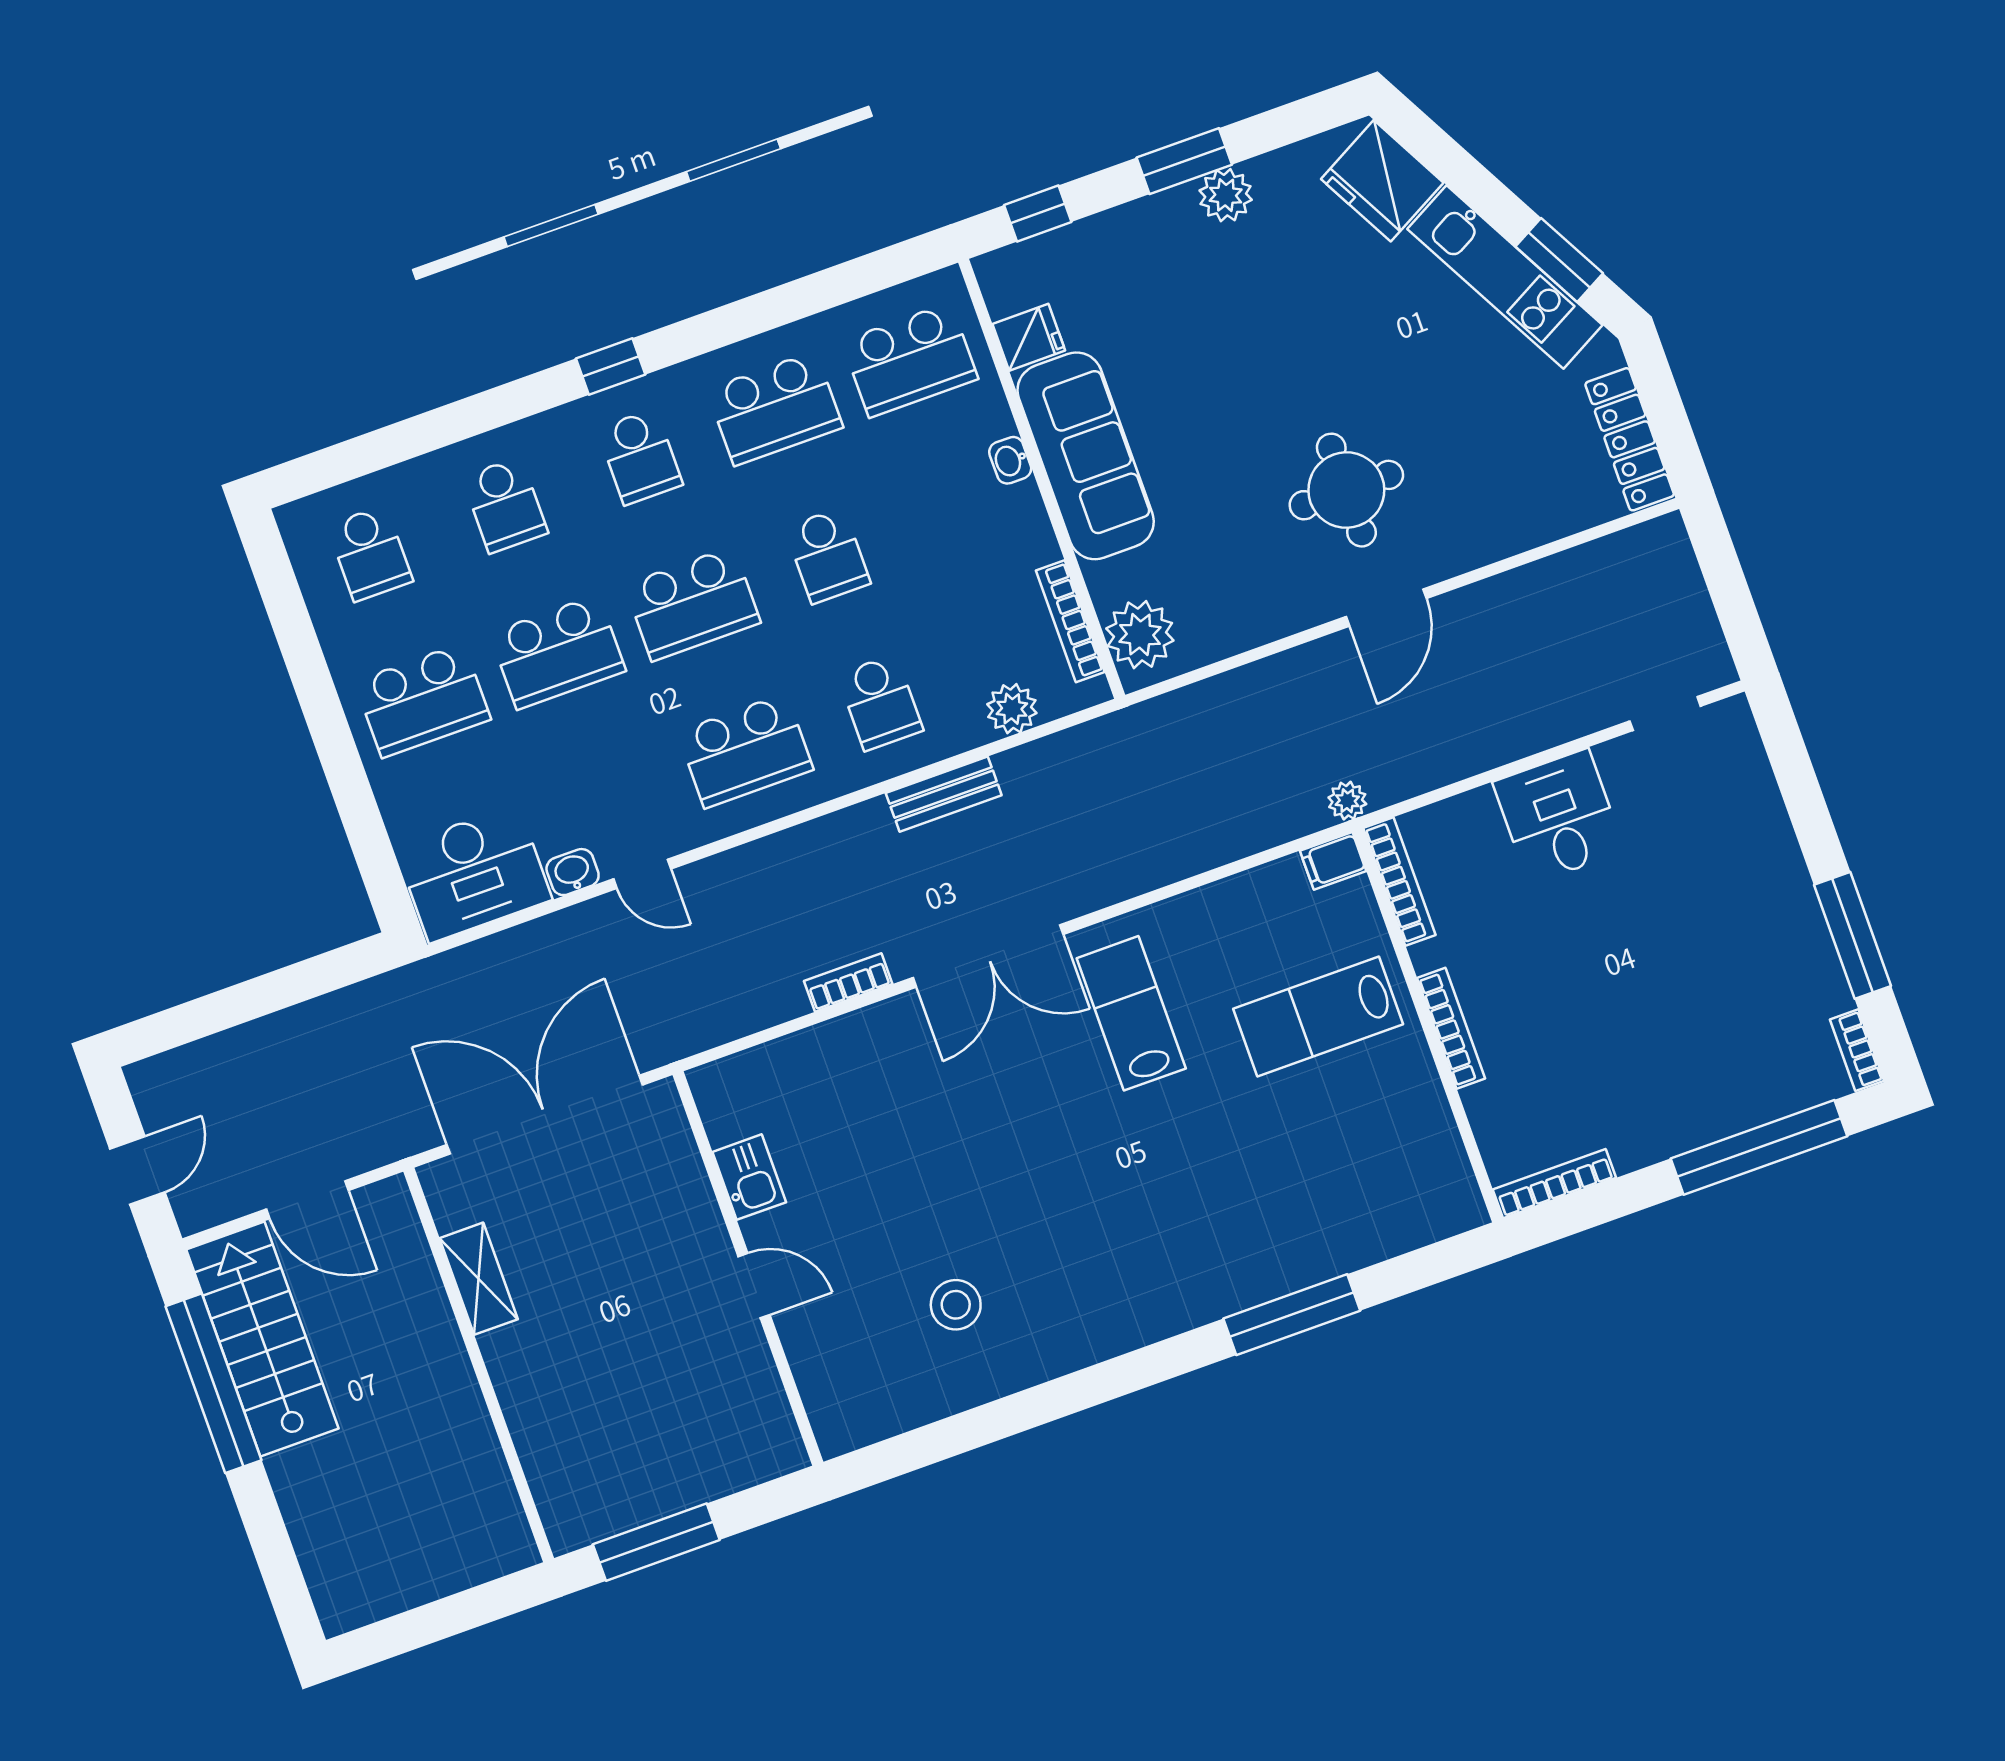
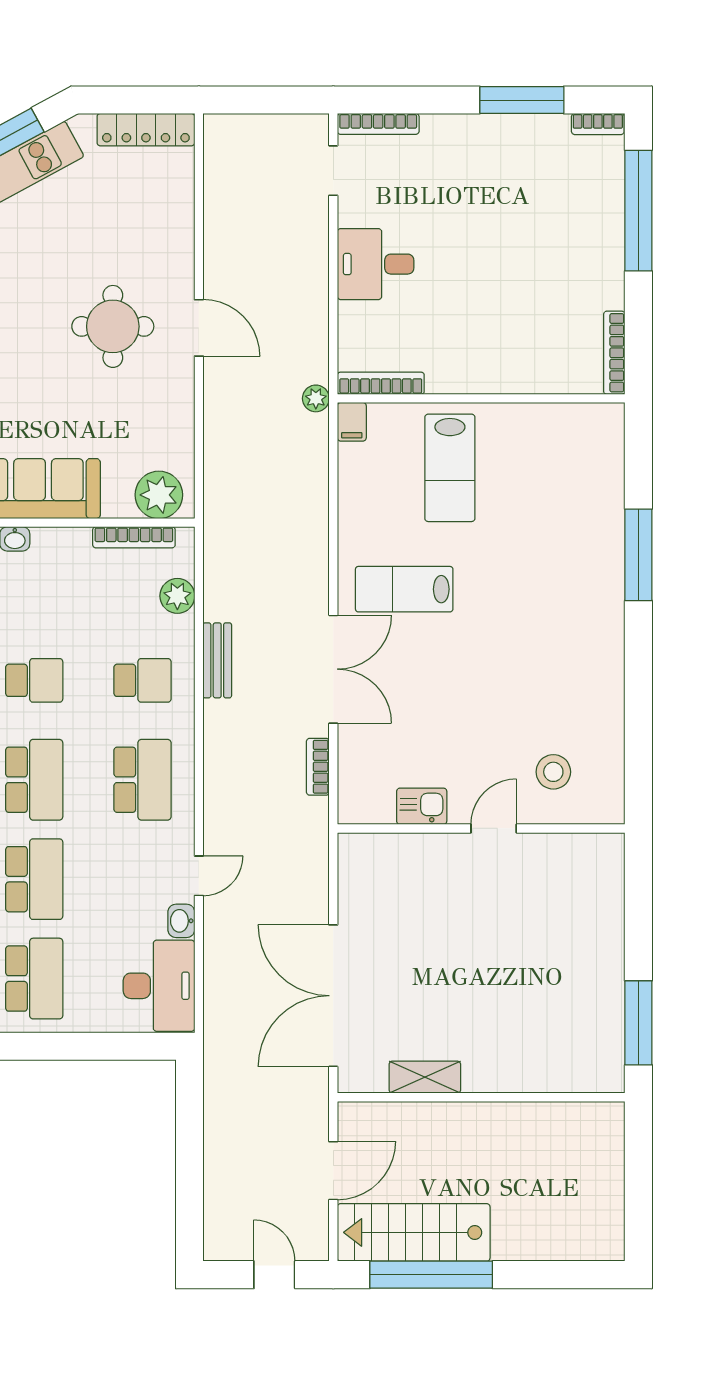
bookcase: (1451, 1028) -> (378, 124), moved, turned 180
kitchen sink: (749, 1177) -> (422, 806), moved
wall: (748, 1268) -> (481, 828), moved
door: (754, 1286) -> (494, 828), moved

